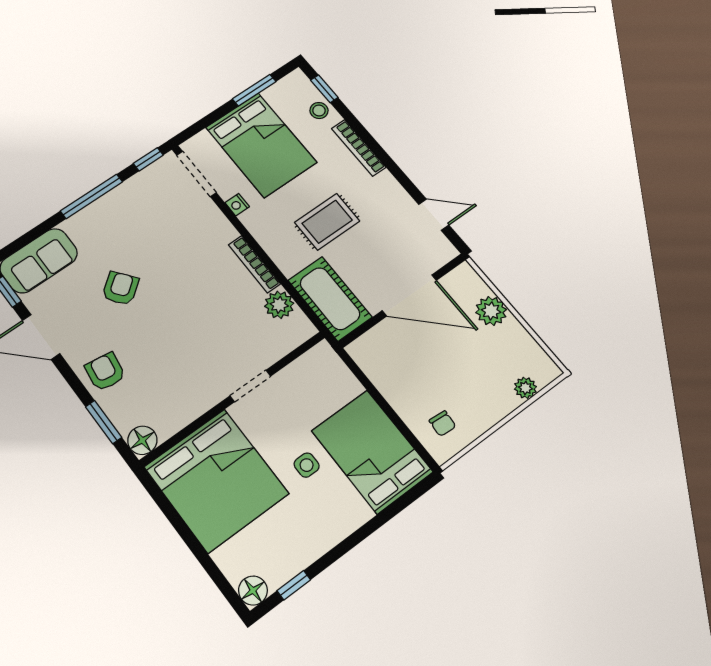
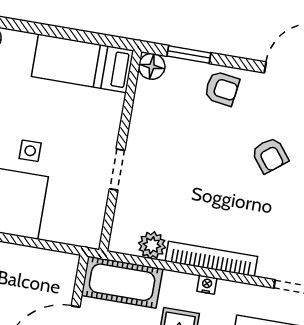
nightstand: (237, 205) -> (207, 285), moved
bookcase: (254, 264) -> (211, 259), width x1.48, depth x1.31
bed: (216, 480) -> (82, 63), width x0.49

